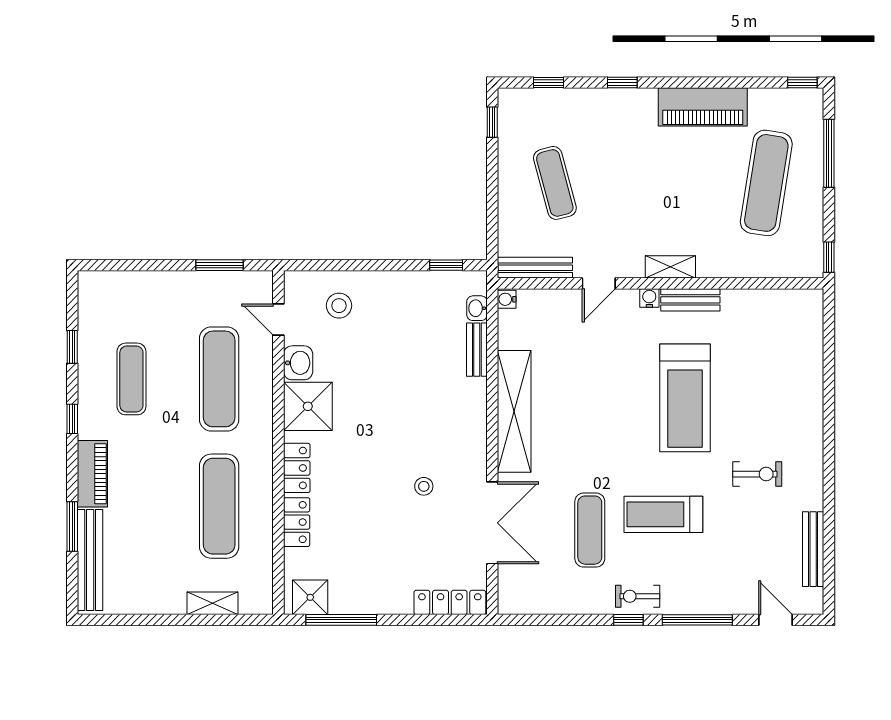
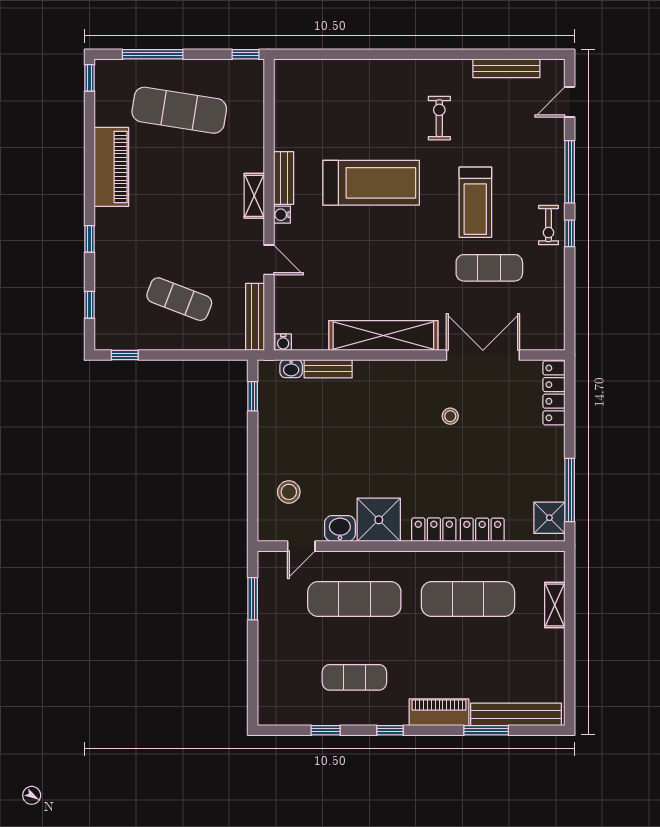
exercise mat: (555, 183) -> (179, 299), turned 36

